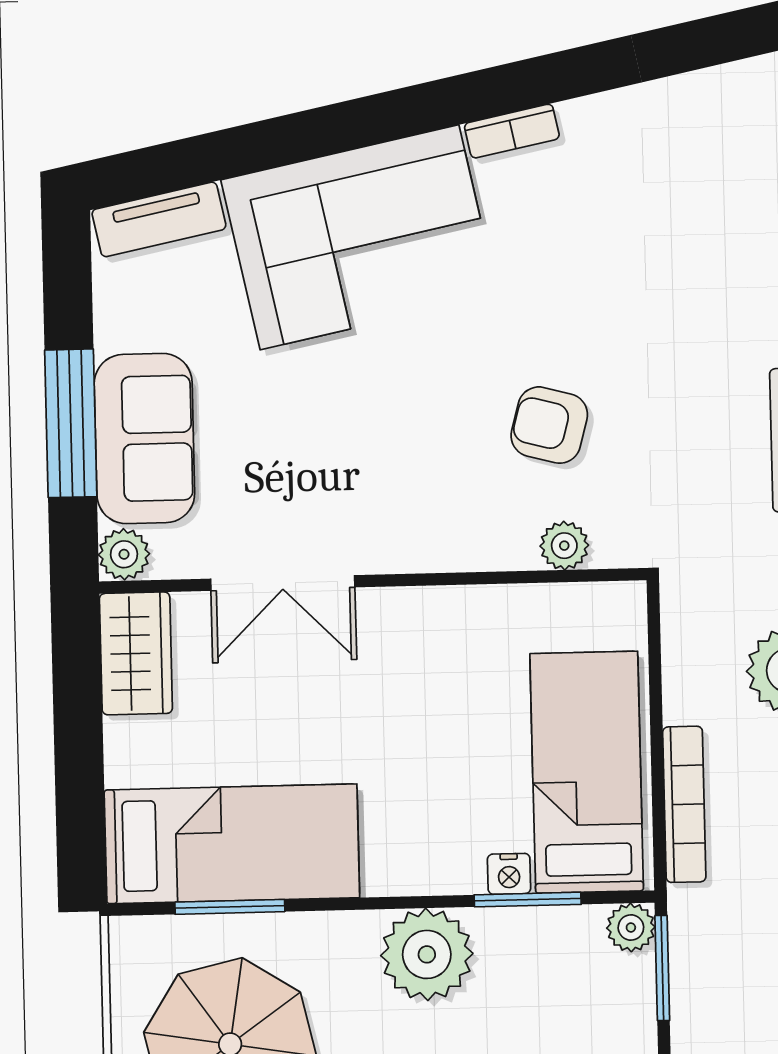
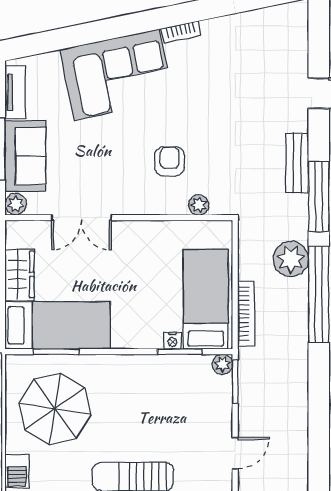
tv unit: (159, 219) -> (15, 92), moved, turned -78
armchair: (549, 425) -> (170, 161), moved, turned 75
wardrobe: (136, 653) -> (20, 275), moved
plant: (427, 954) -> (137, 373), removed

